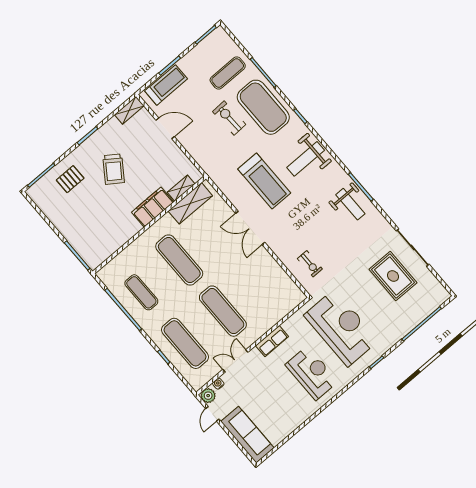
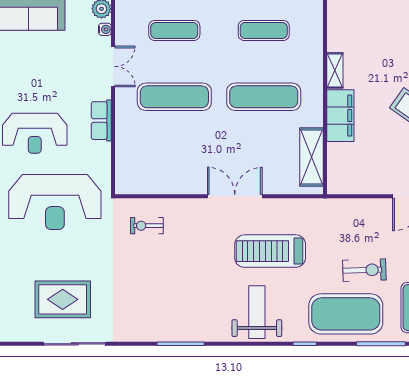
shelving: (181, 188) -> (335, 70), moved
weight bench: (350, 204) -> (172, 318), removed
exercise mat: (185, 343) -> (174, 30), width x0.73, depth x0.69

